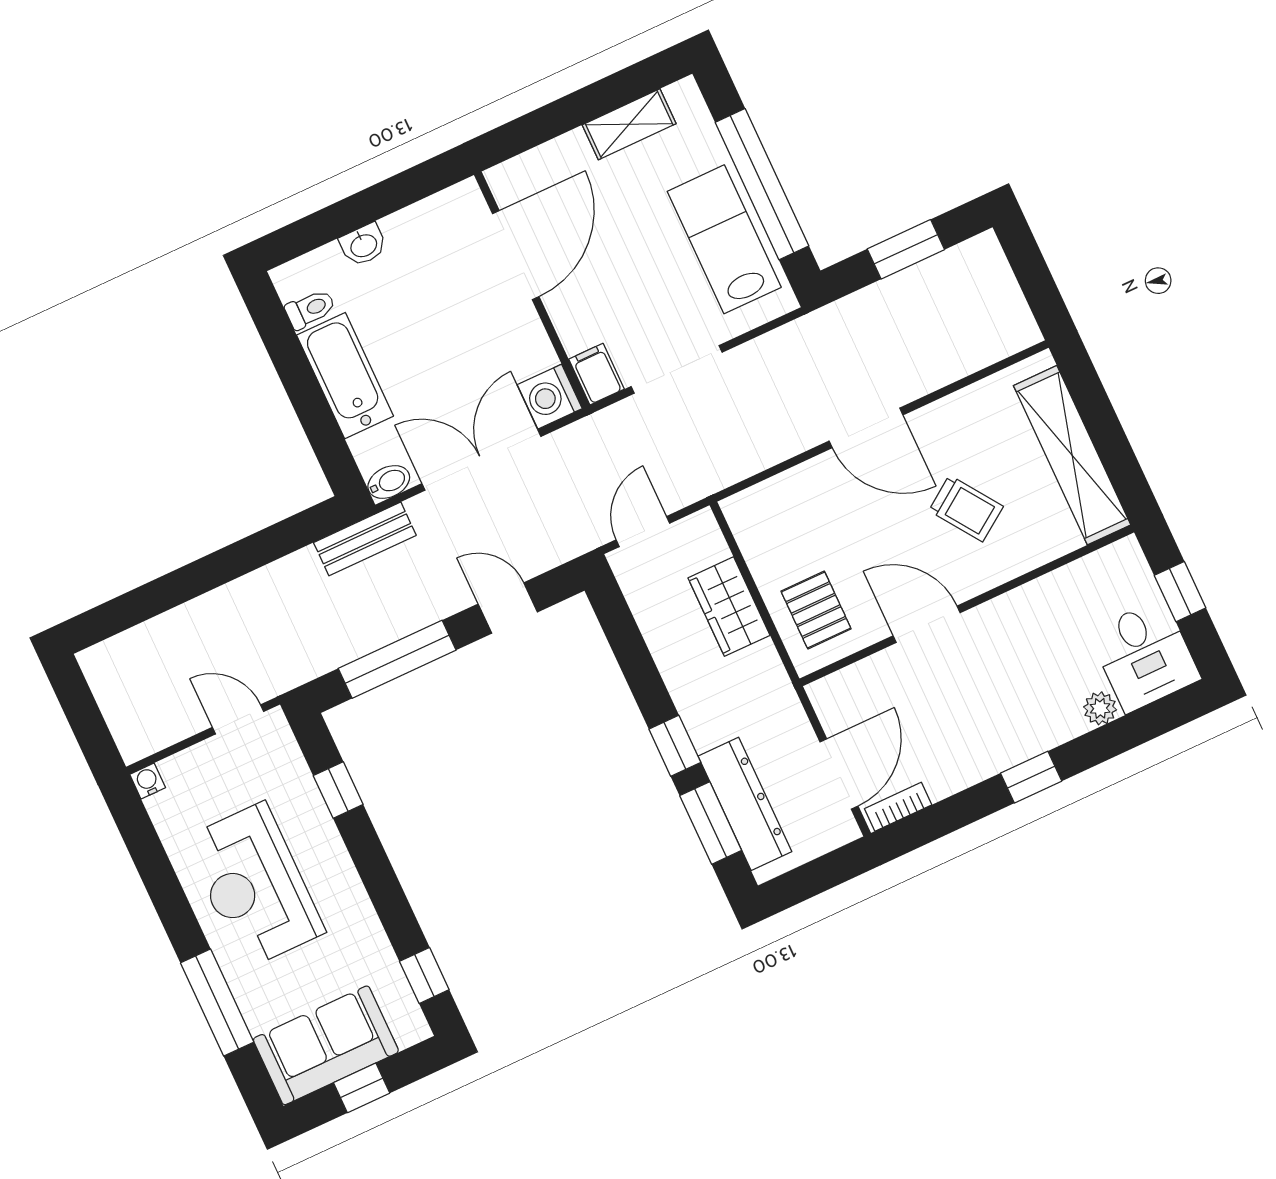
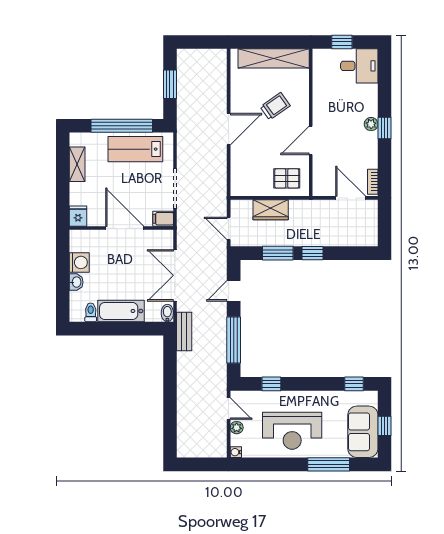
fridge: (513, 180) -> (78, 216), added
door: (516, 255) -> (125, 228), moved
washing machine: (550, 397) -> (79, 262), moved, turned -90
plant: (1100, 708) -> (371, 124), moved
door: (238, 719) -> (229, 409), swing flipped
plant: (204, 757) -> (237, 428), added
dresser: (745, 804) -> (346, 237), removed
window: (711, 823) -> (278, 253), moved

